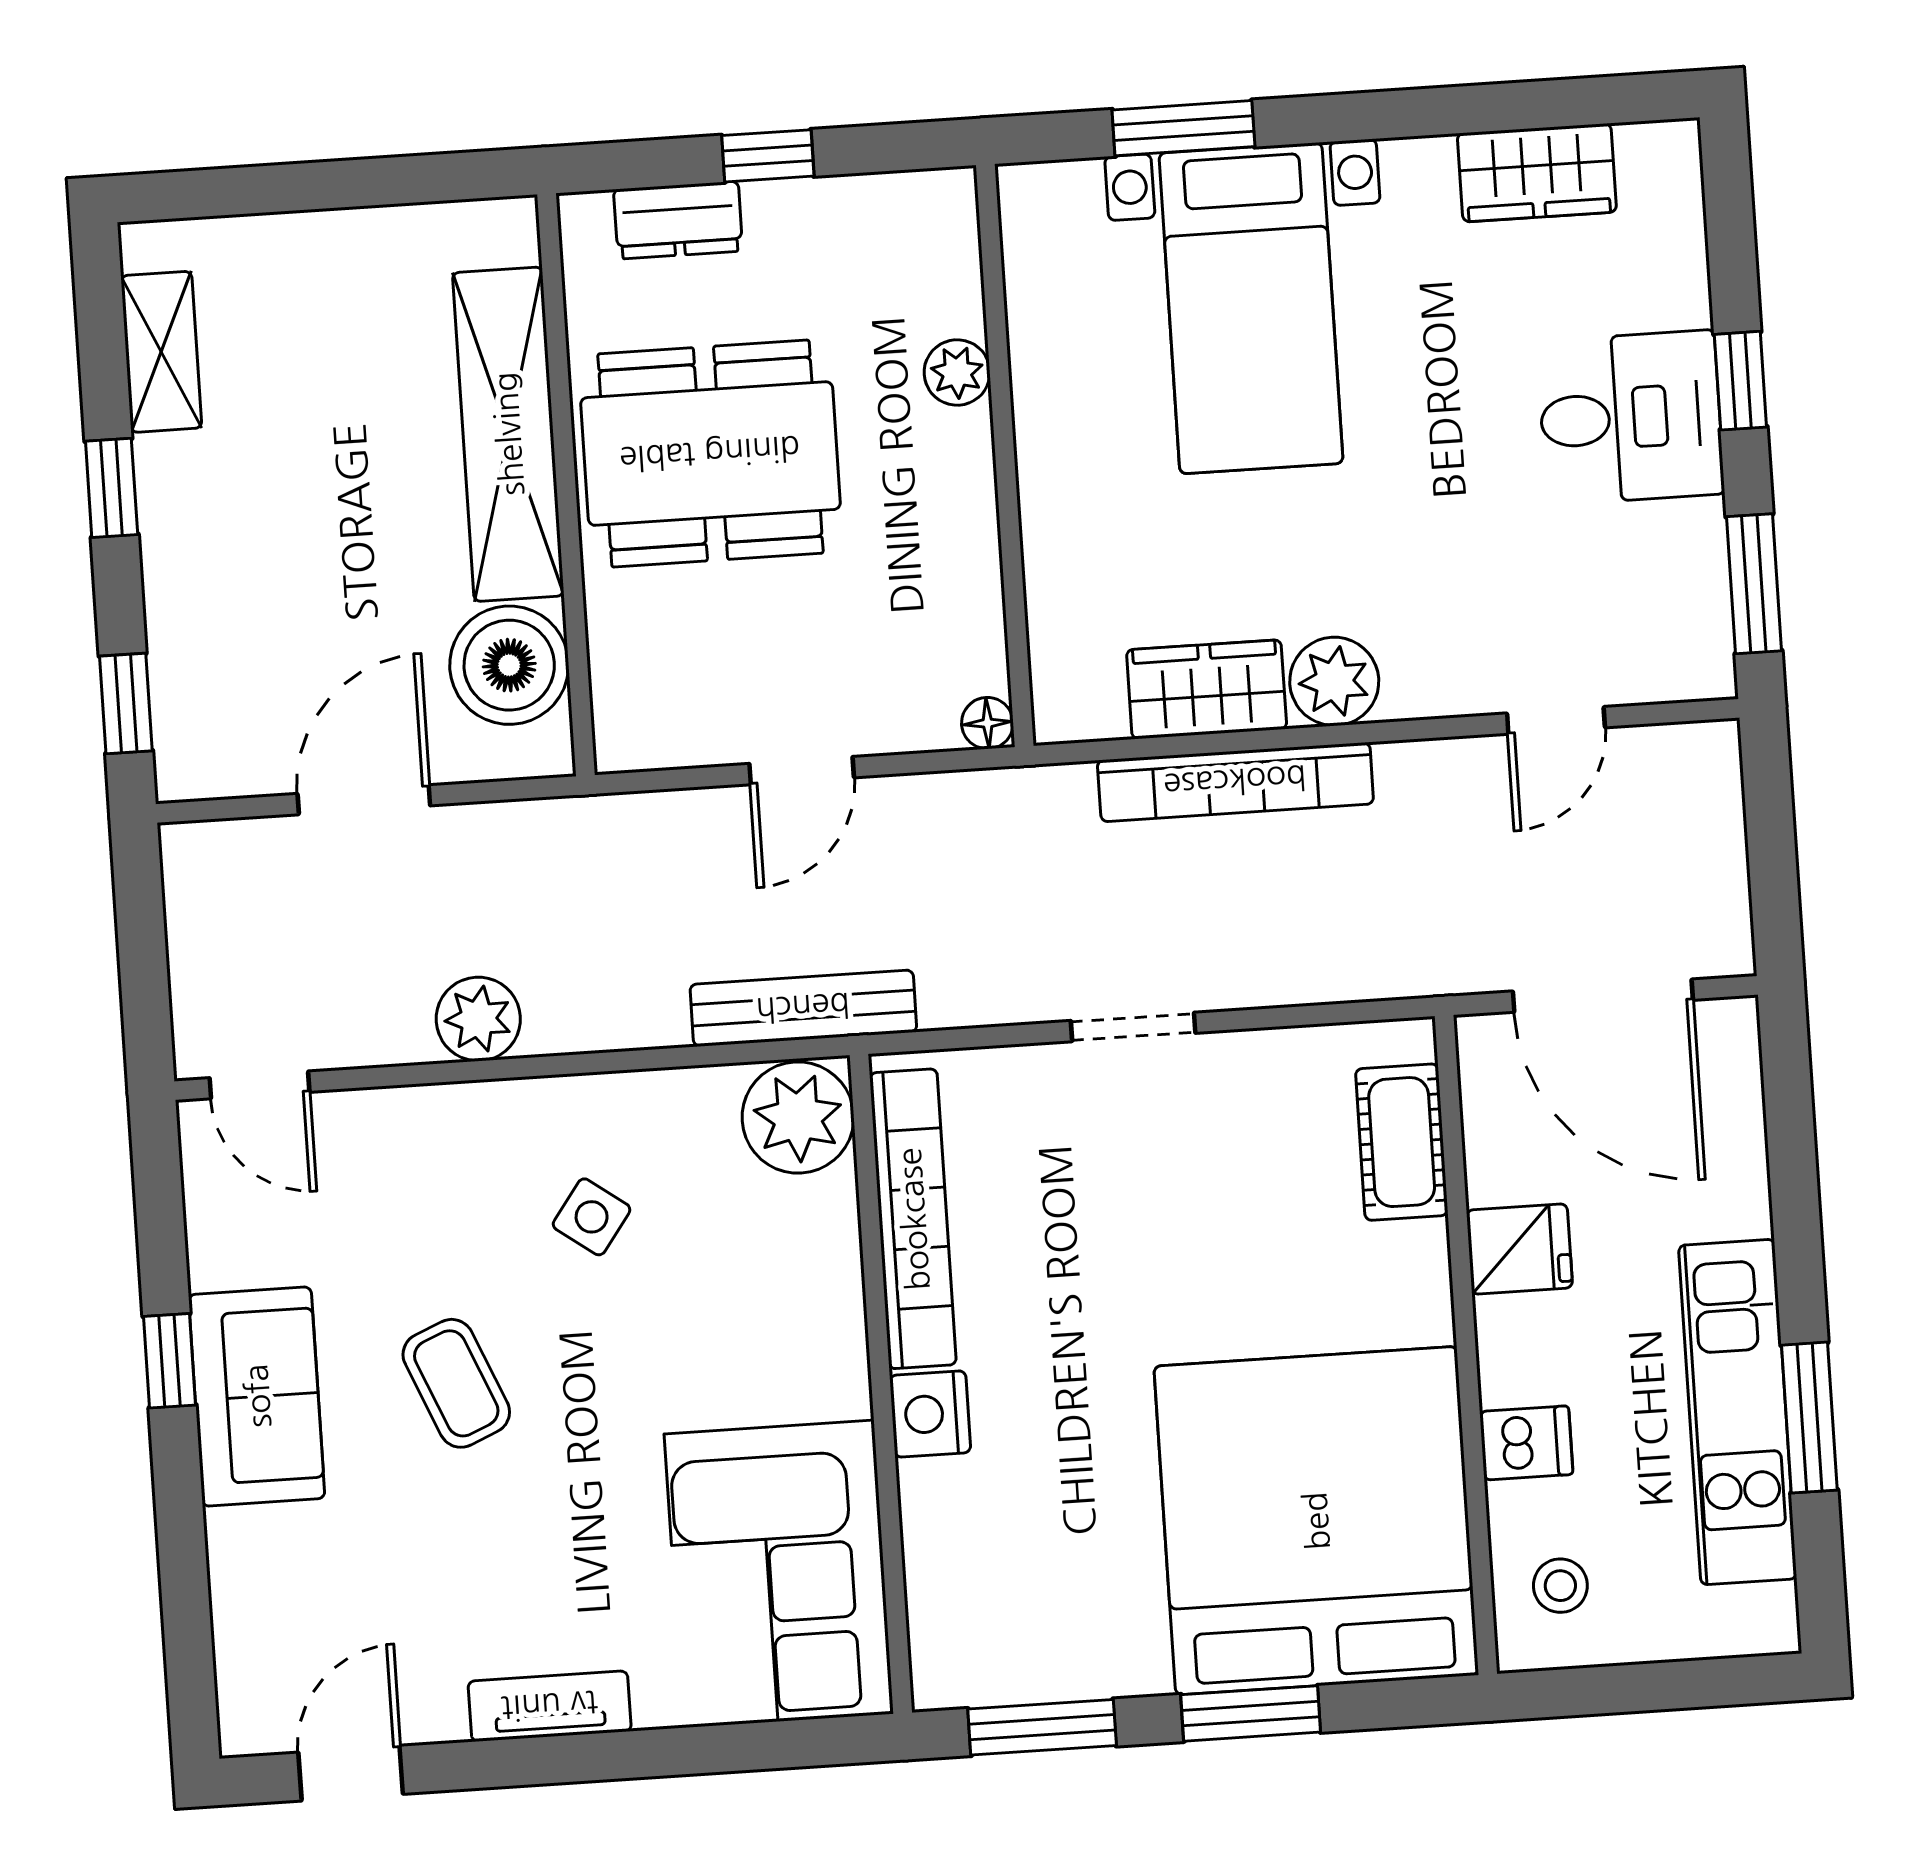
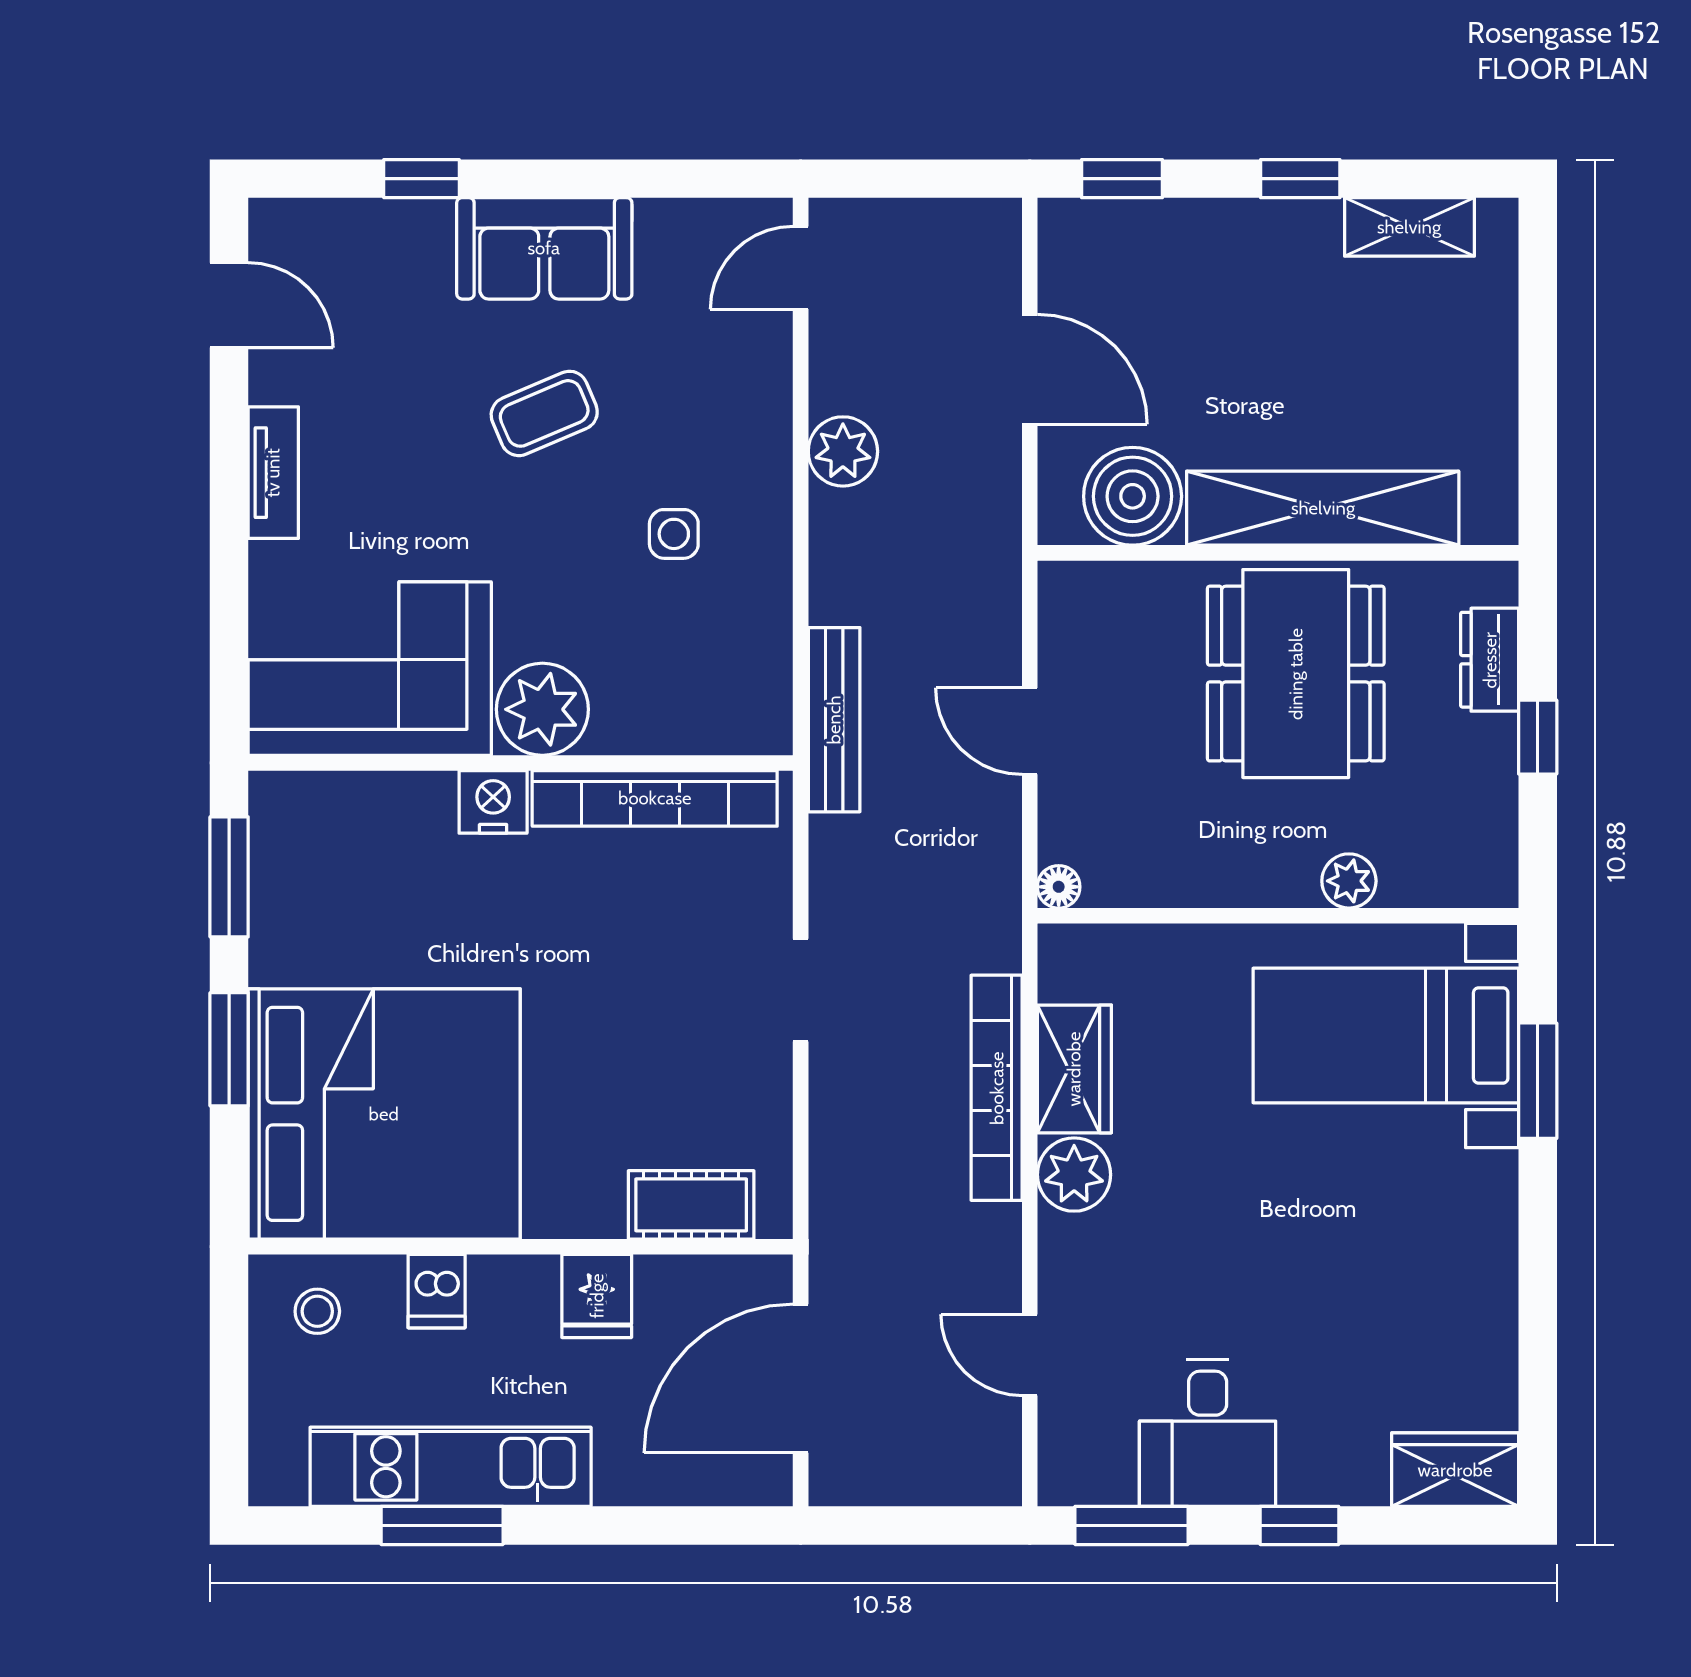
wardrobe: (1537, 173) -> (1455, 1470), moved, turned 90
bed with nightstands: (1251, 308) -> (1386, 1035), moved
desk: (1630, 418) -> (1208, 1433), moved
plant: (798, 1118) -> (542, 709), moved
side table: (592, 1217) -> (674, 534), turned -36
window: (170, 1361) -> (421, 179), moved

